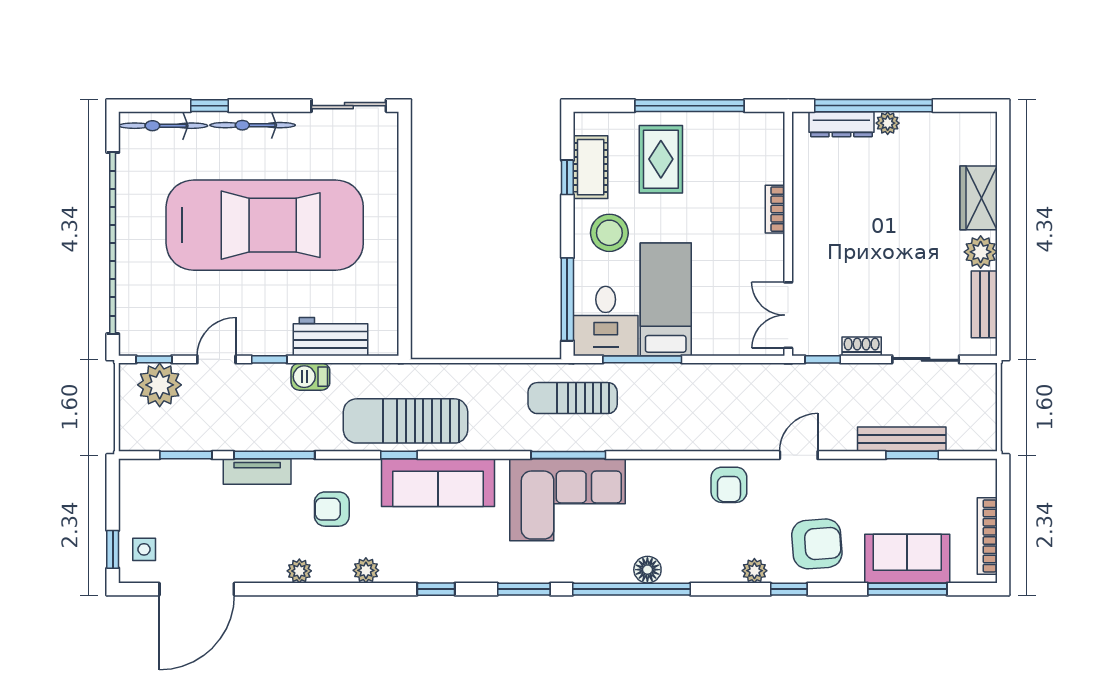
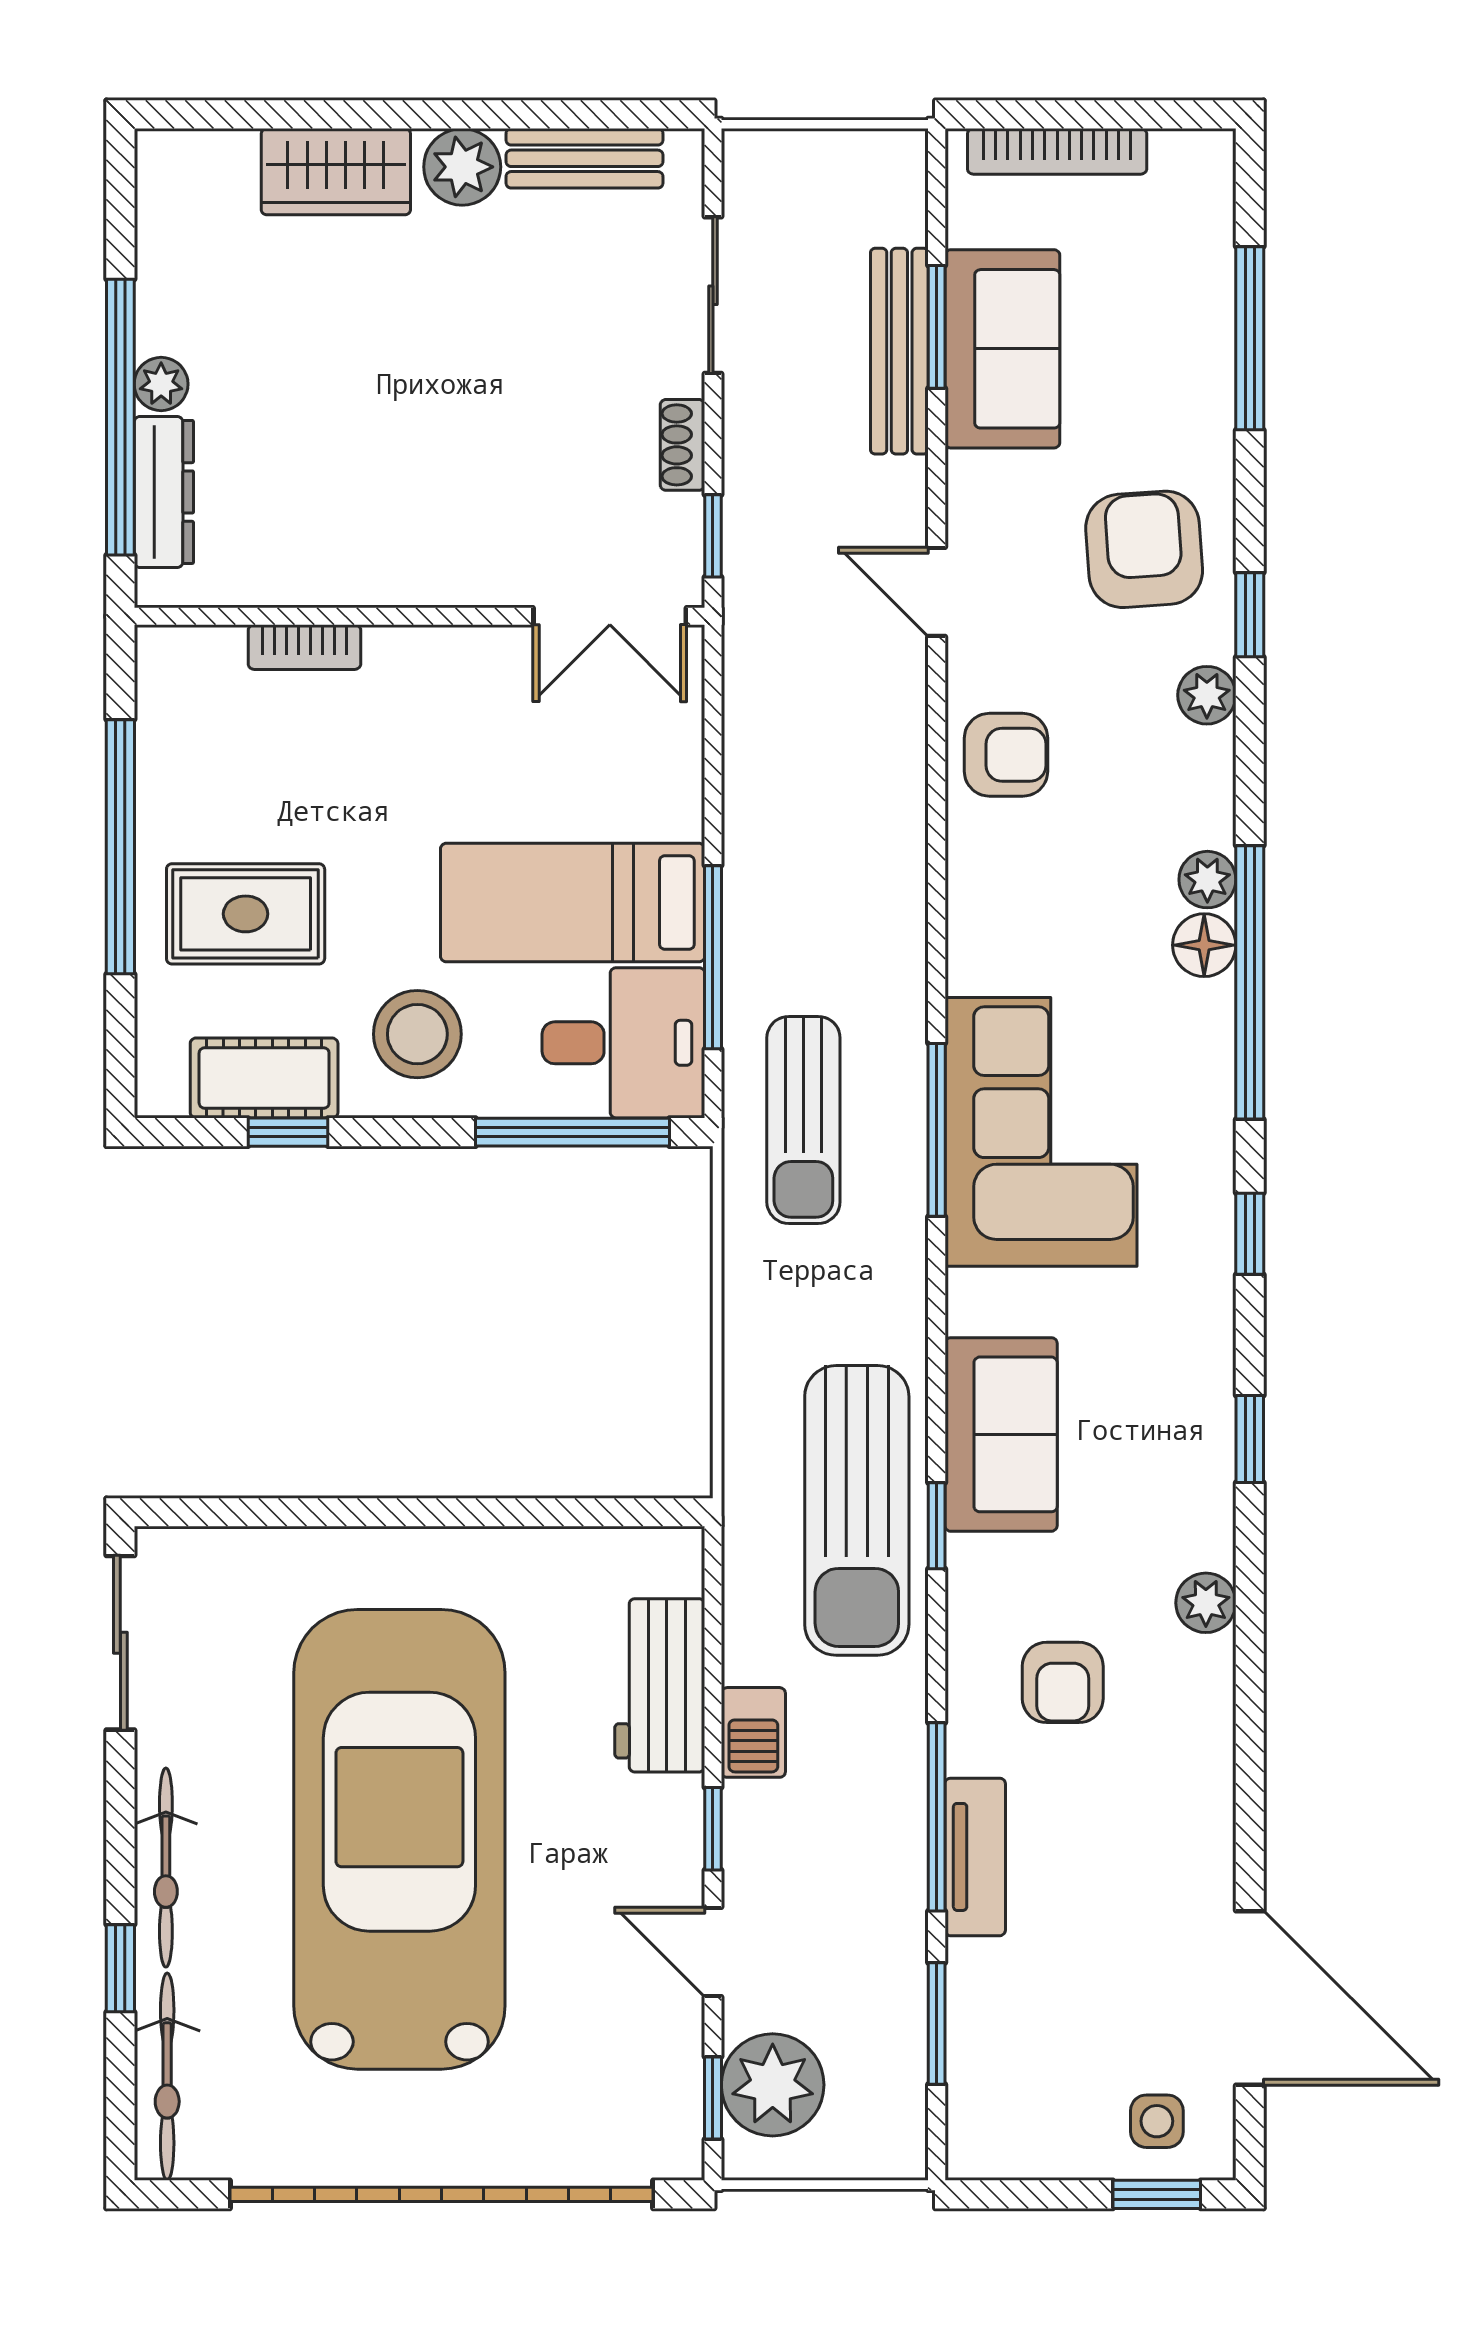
bookcase: (775, 209) -> (304, 647), moved
sofa: (438, 483) -> (1001, 1434), width x0.73
bookcase: (987, 536) -> (1057, 151), moved
sofa: (907, 559) -> (1002, 349), moved, turned 180
plant: (299, 571) -> (1207, 880), moved
window: (524, 589) -> (1250, 1234), width x0.67

